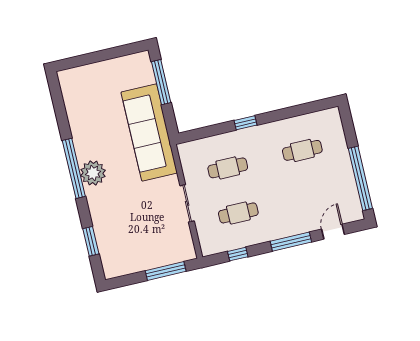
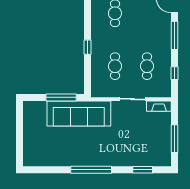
window: (161, 82) -> (61, 97), moved
plant: (93, 173) -> (97, 158), removed
fireplace: (186, 243) -> (159, 106), added
window: (166, 271) -> (175, 139), moved

